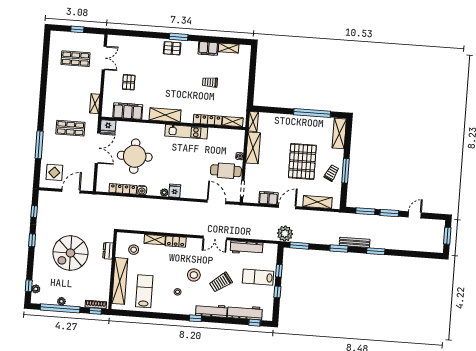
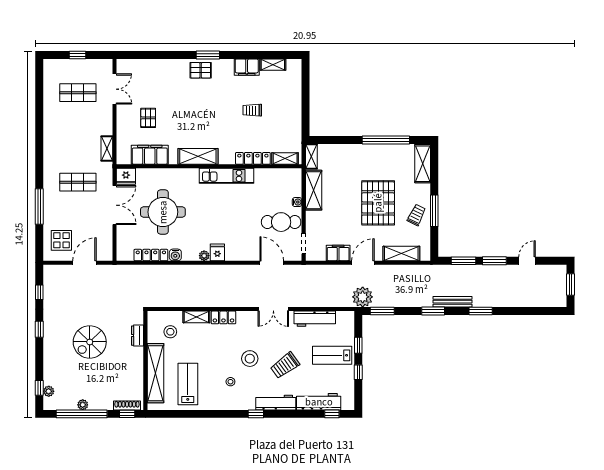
spiral stairs: (70, 253) -> (90, 342), width x0.73, depth x0.73

